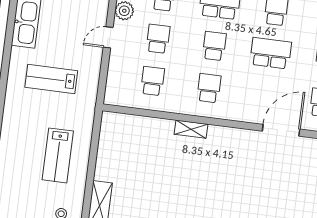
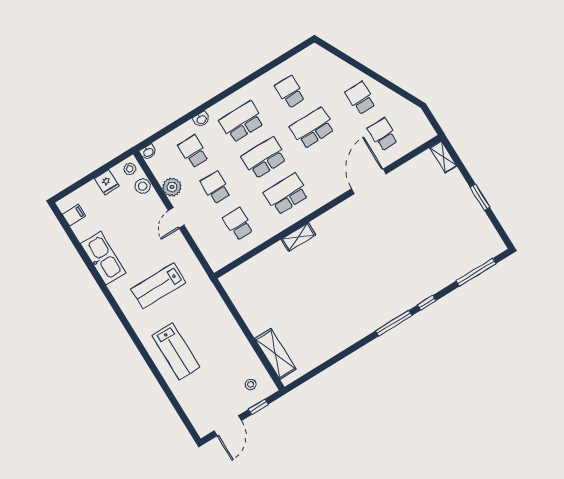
school desk: (214, 46) -> (264, 158), width x1.85
school desk: (209, 88) -> (286, 194), width x1.85
lab bench: (58, 155) -> (176, 351), moved

